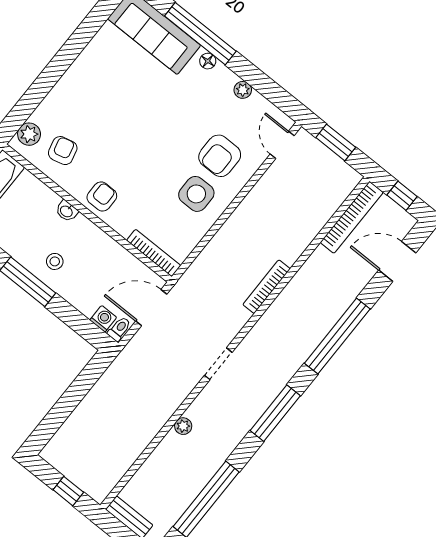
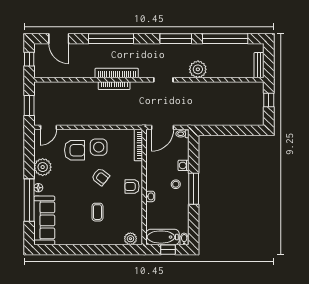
plant: (243, 90) -> (43, 167), width x1.88, depth x1.88
coffee table: (105, 118) -> (97, 212), added
armchair: (63, 151) -> (100, 177), moved, turned -128
bookcase: (352, 217) -> (117, 73), moved
door: (151, 308) -> (162, 127), hinge flipped
washing machine: (103, 319) -> (184, 165), moved
window: (275, 413) -> (176, 39), moved
plant: (183, 426) -> (198, 69), width x1.88, depth x1.88

